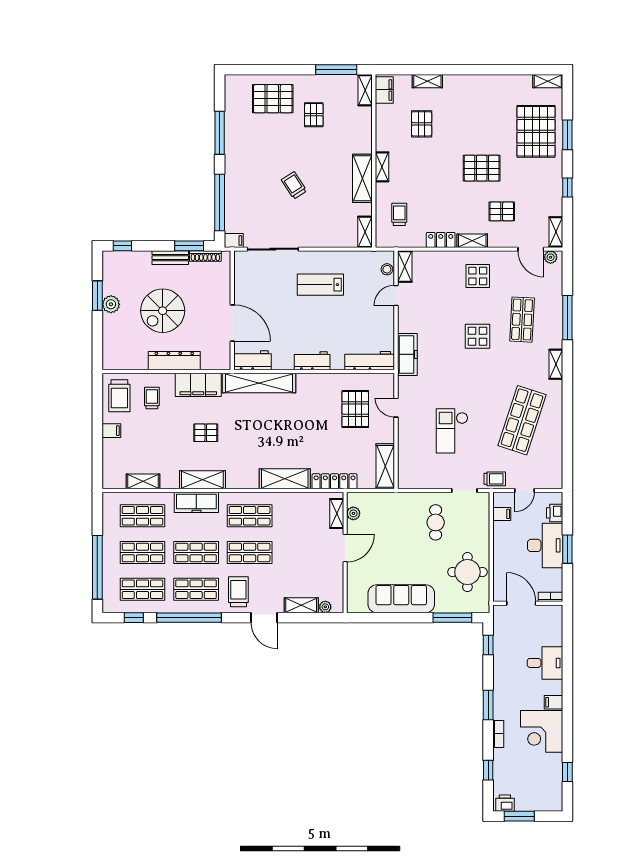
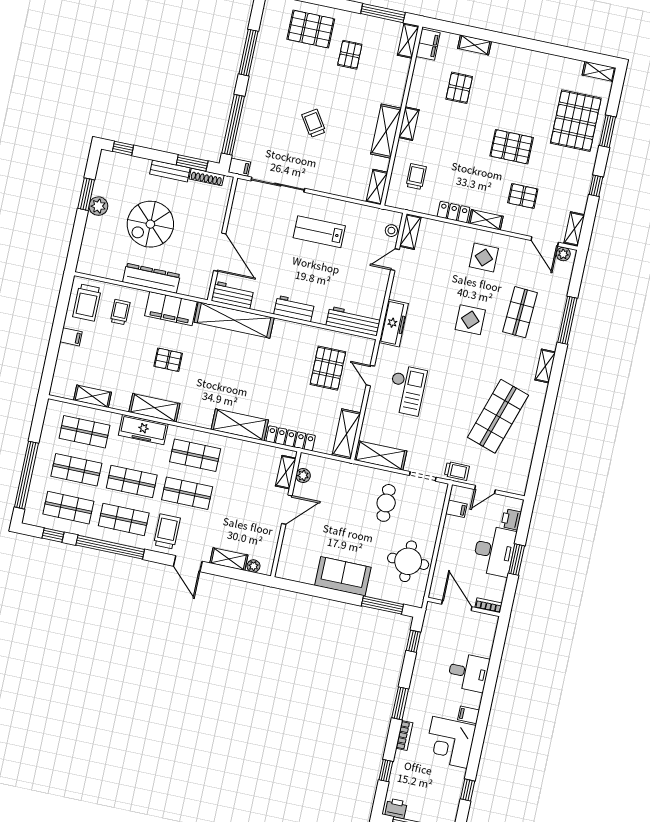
checkout: (452, 431) -> (407, 390), moved, turned 180
shelving: (421, 480) -> (380, 455), added
sofa: (401, 599) -> (343, 576), width x0.73

